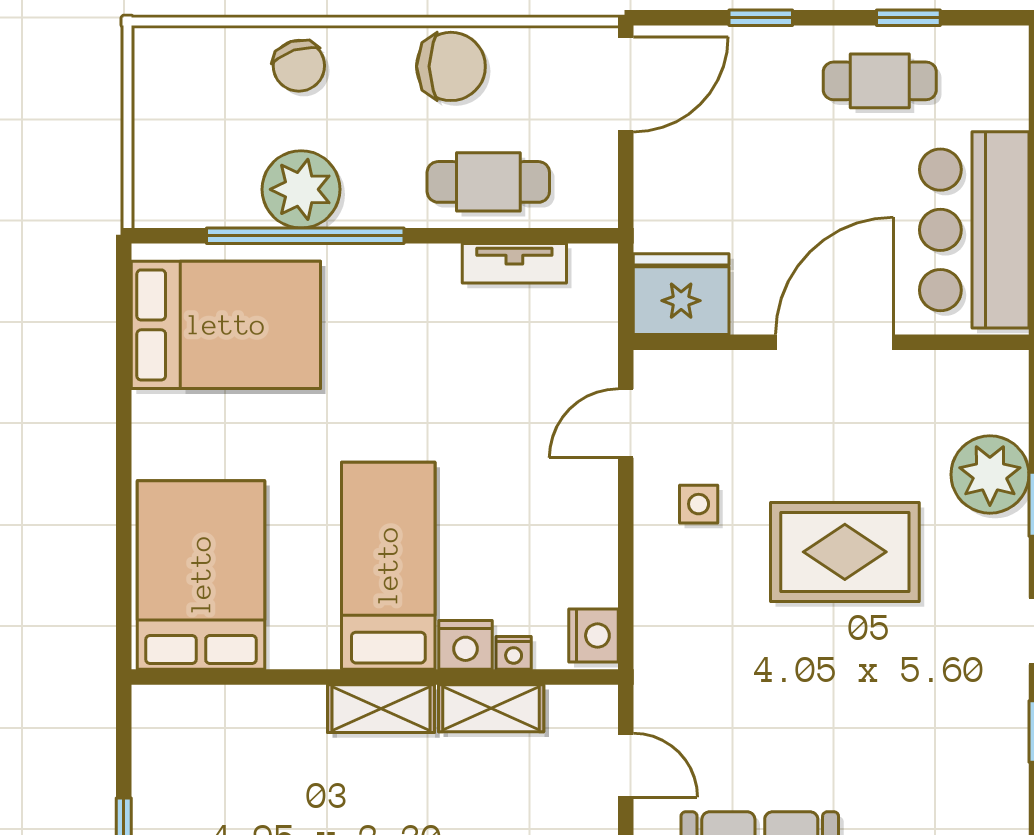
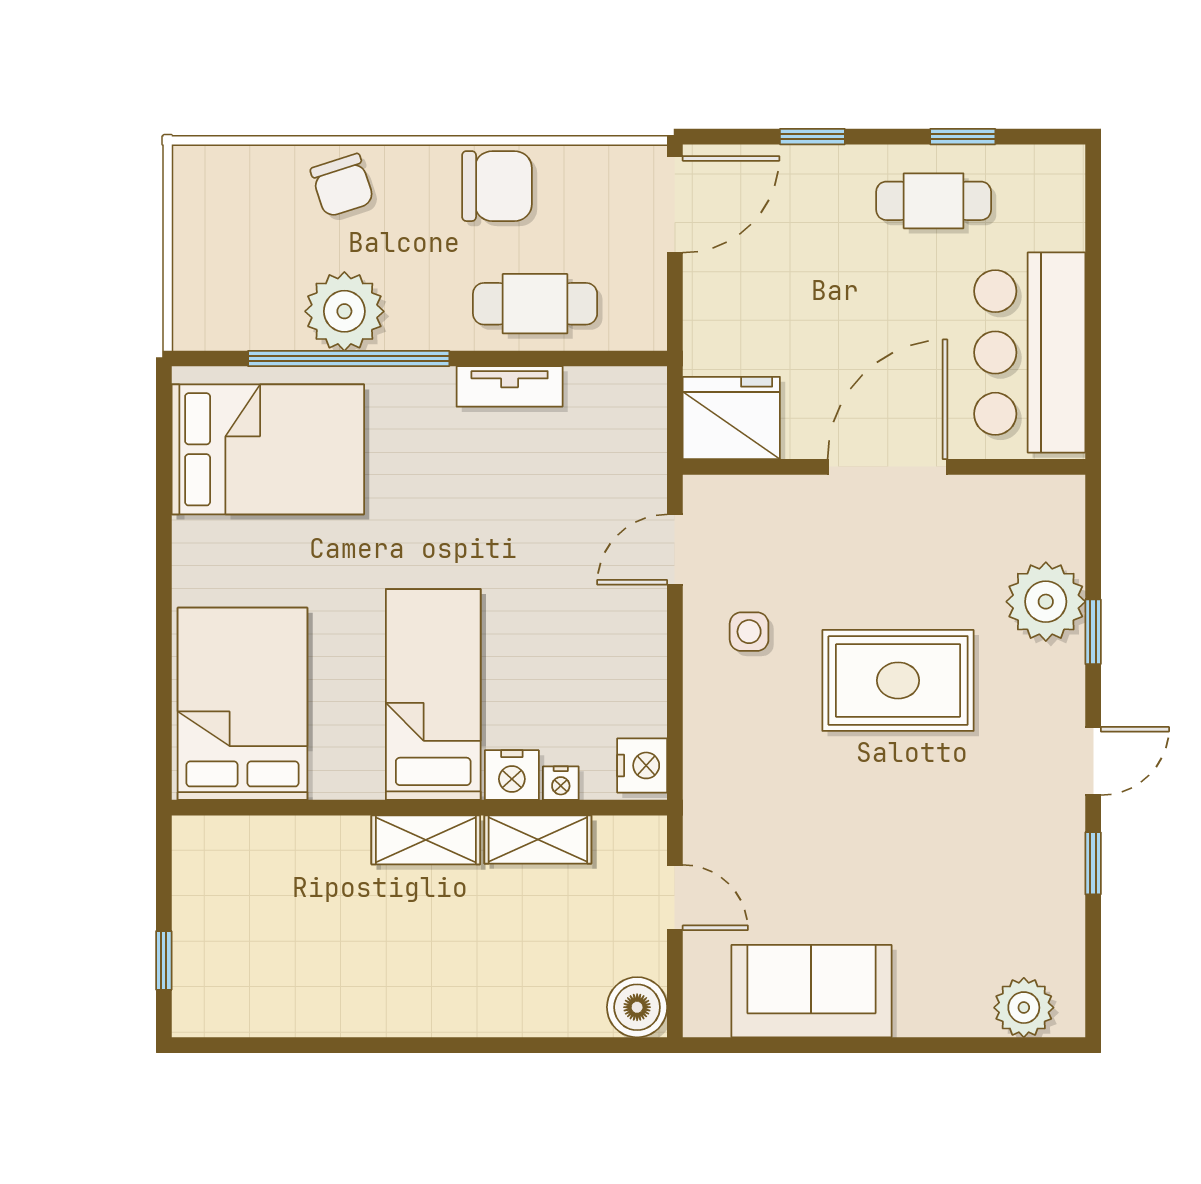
tv unit: (514, 263) -> (510, 386), moved

